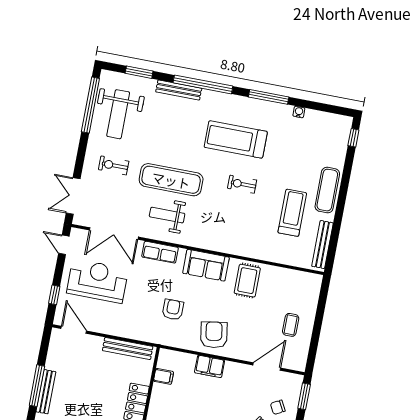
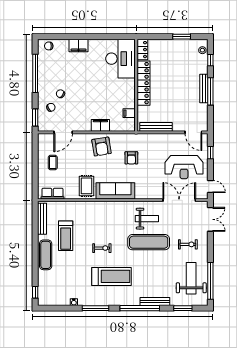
row of seats: (160, 252) -> (52, 194), moved
sofa: (206, 265) -> (115, 191), width x1.36

